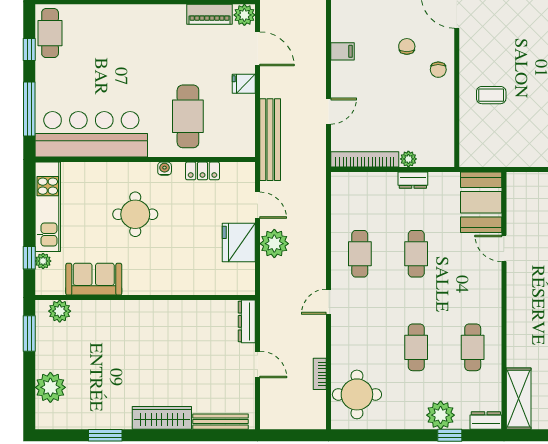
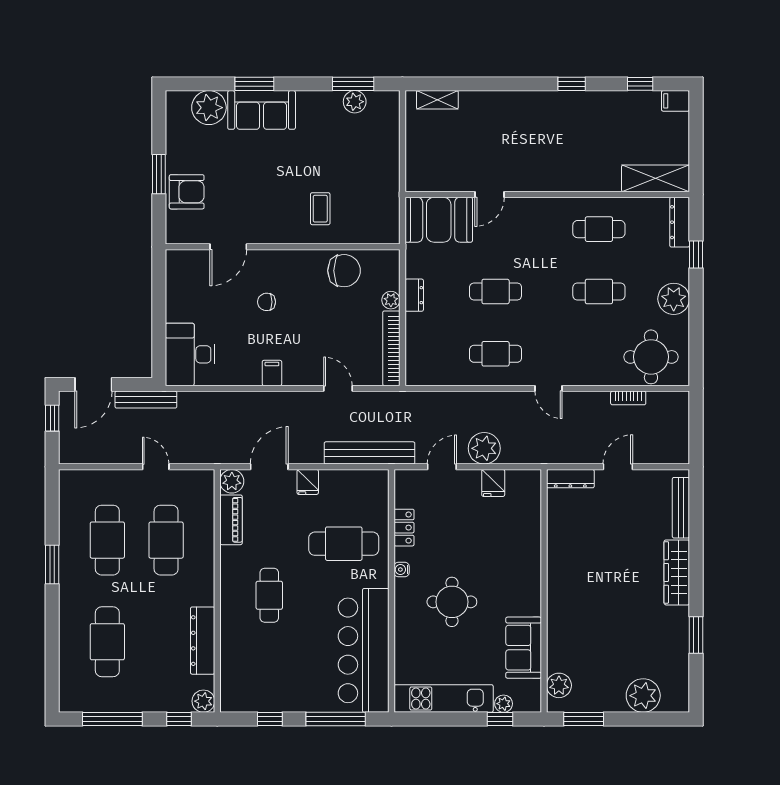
cafe table: (50, 33) -> (269, 595), moved, turned 90
chair: (438, 70) -> (344, 271), moved, width x1.87, depth x1.87
fridge: (239, 243) -> (493, 483), width x0.53, depth x0.75
plant: (441, 415) -> (674, 299), moved
dresser: (486, 420) -> (680, 222), width x1.44

